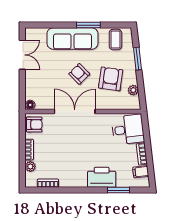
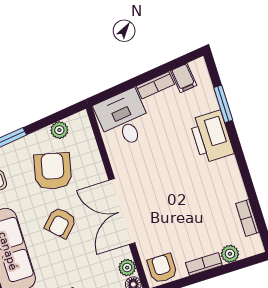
armchair: (111, 79) -> (53, 171), turned 95
plant: (41, 104) -> (127, 268), added

